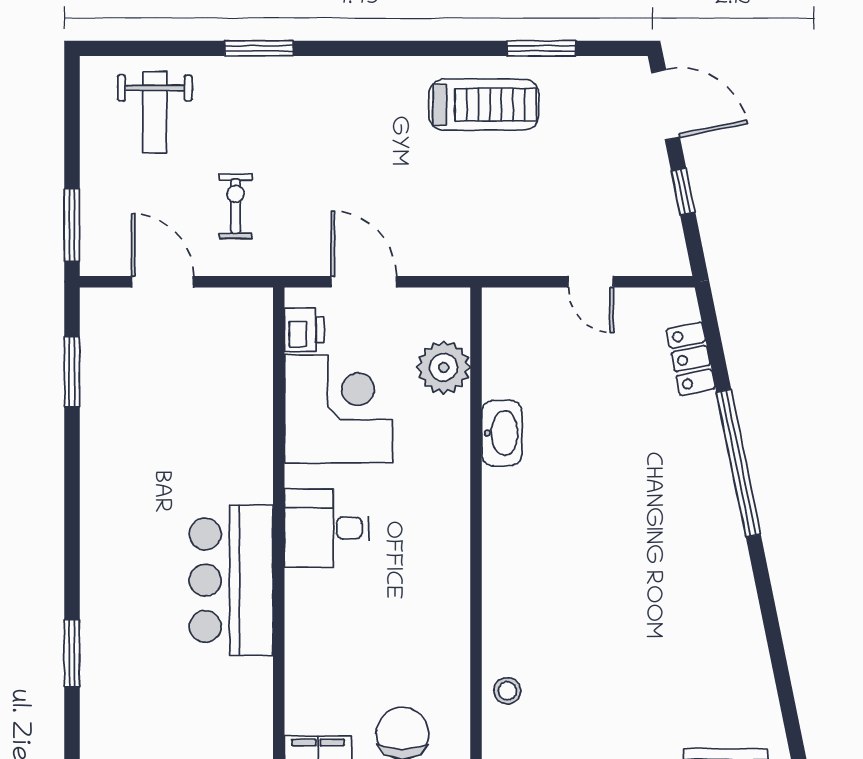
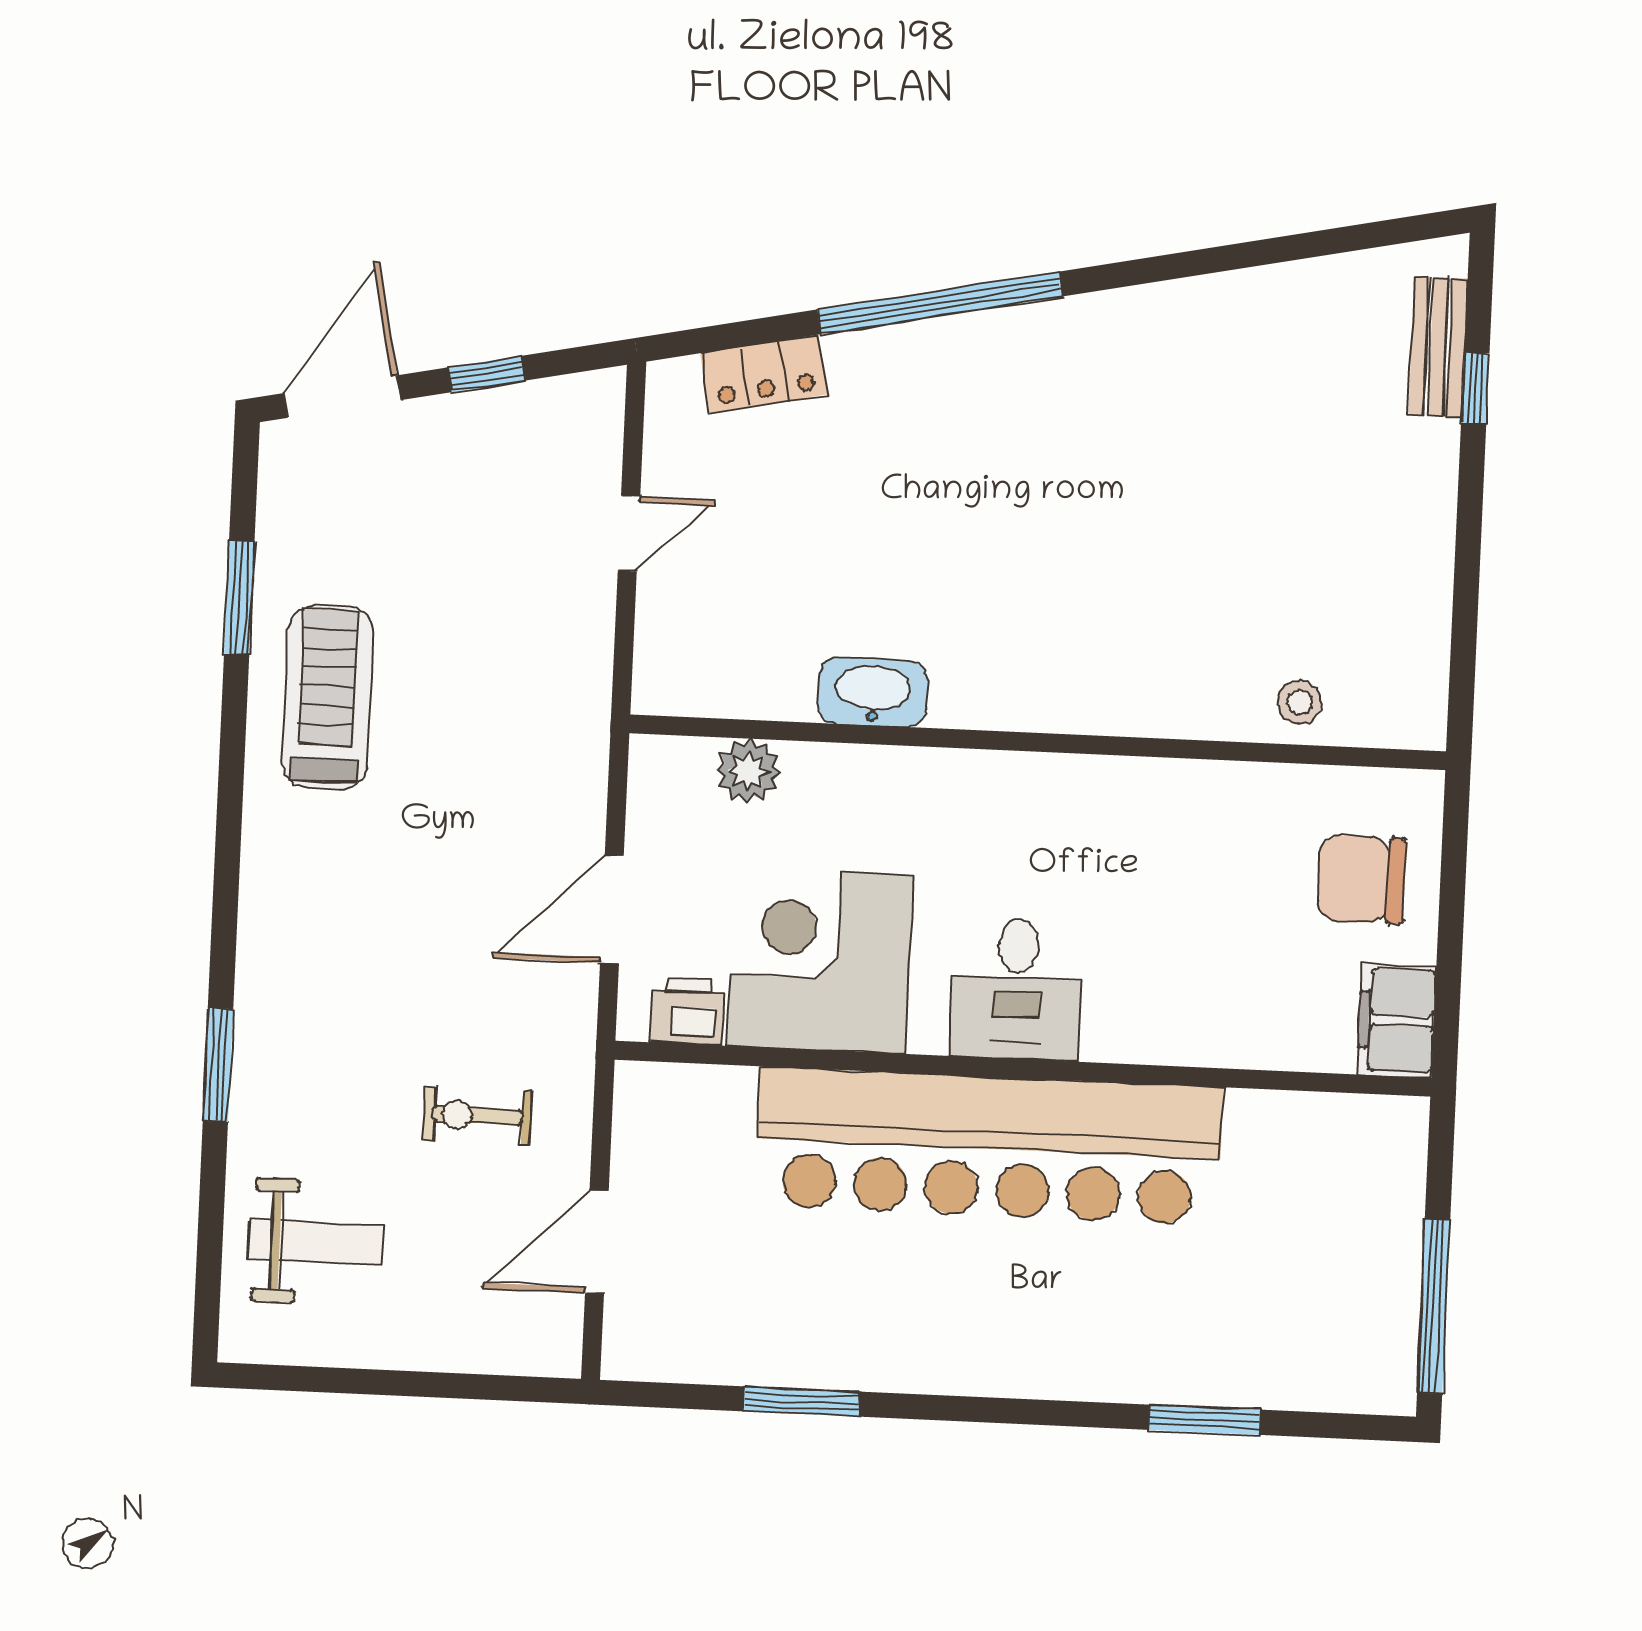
window: (72, 225) -> (496, 1388), removed
plant: (444, 367) -> (748, 771), width x0.73, depth x0.73
window: (72, 372) -> (802, 1401), moved
bar counter: (231, 580) -> (989, 1146), width x1.86

